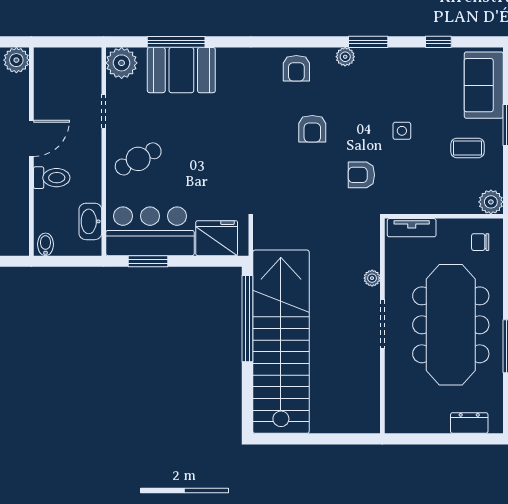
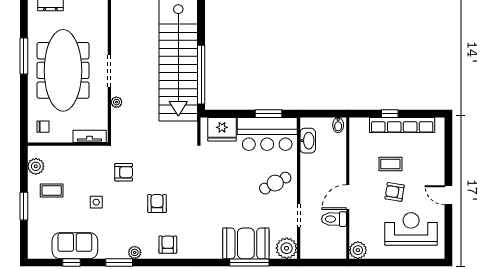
sofa: (484, 85) -> (75, 246), moved, turned -90
toilet: (52, 178) -> (334, 219), moved
plant: (491, 202) -> (36, 166), moved

